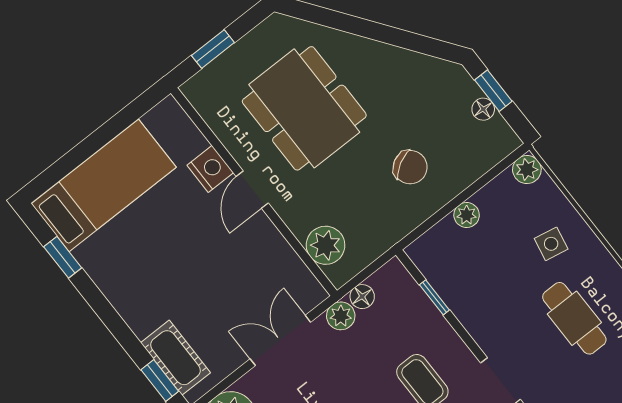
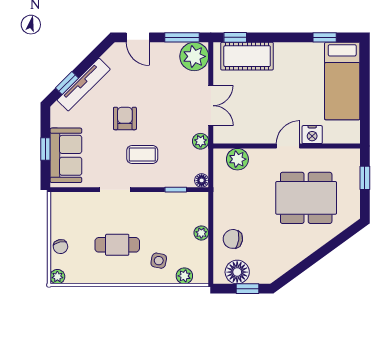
floor lamp: (483, 109) -> (237, 272), width x1.89, depth x1.89
chair: (410, 167) -> (233, 239), moved, turned 37
plant: (527, 170) -> (184, 276), moved
door: (252, 190) -> (288, 146), hinge flipped
floor lamp: (362, 297) -> (202, 180), moved
cot: (175, 358) -> (247, 56), width x1.37, depth x1.34

